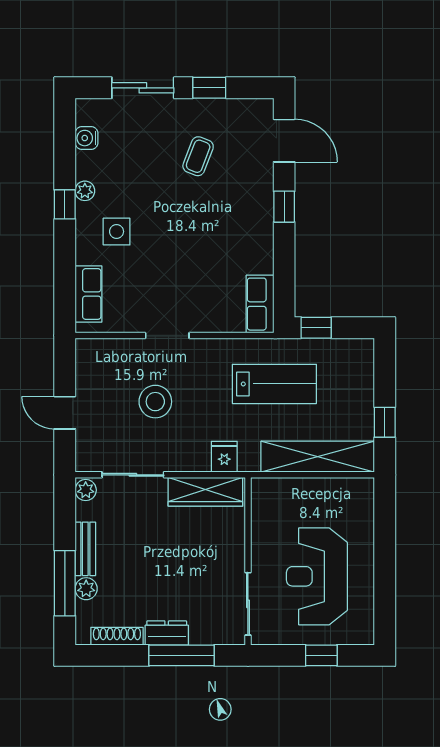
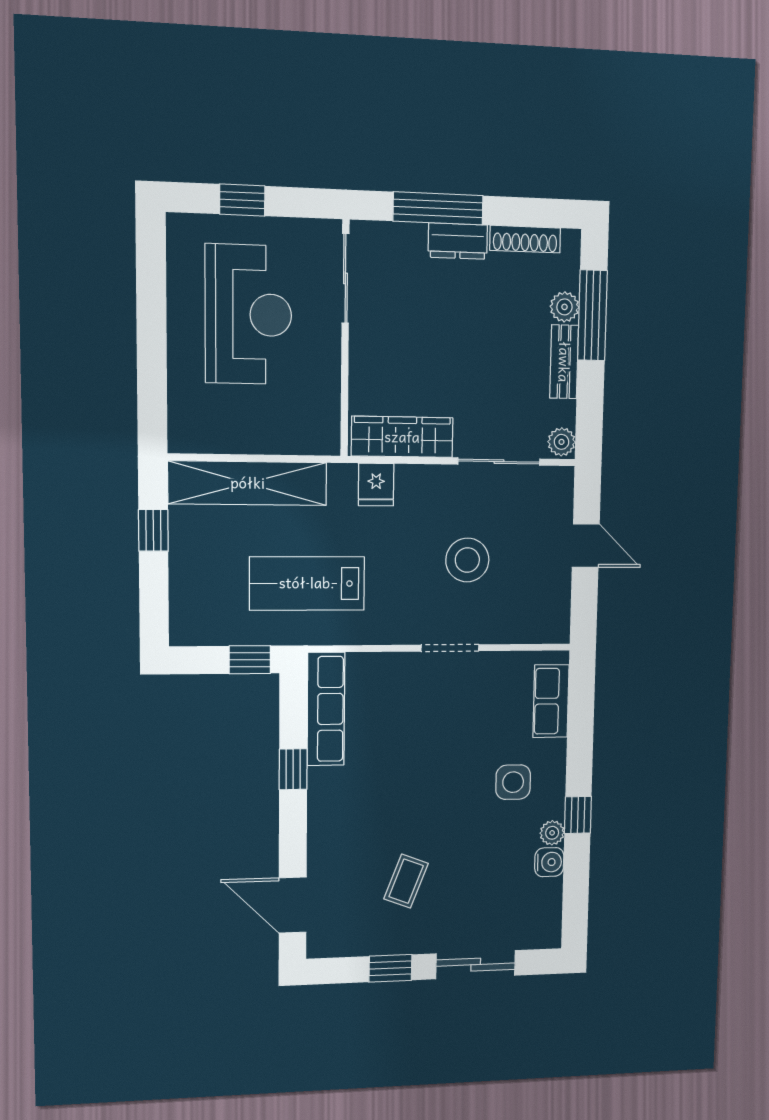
water cooler: (87, 138) -> (549, 862), moved
window: (284, 207) -> (293, 769), moved
row of seats: (260, 304) -> (326, 709), width x1.48

